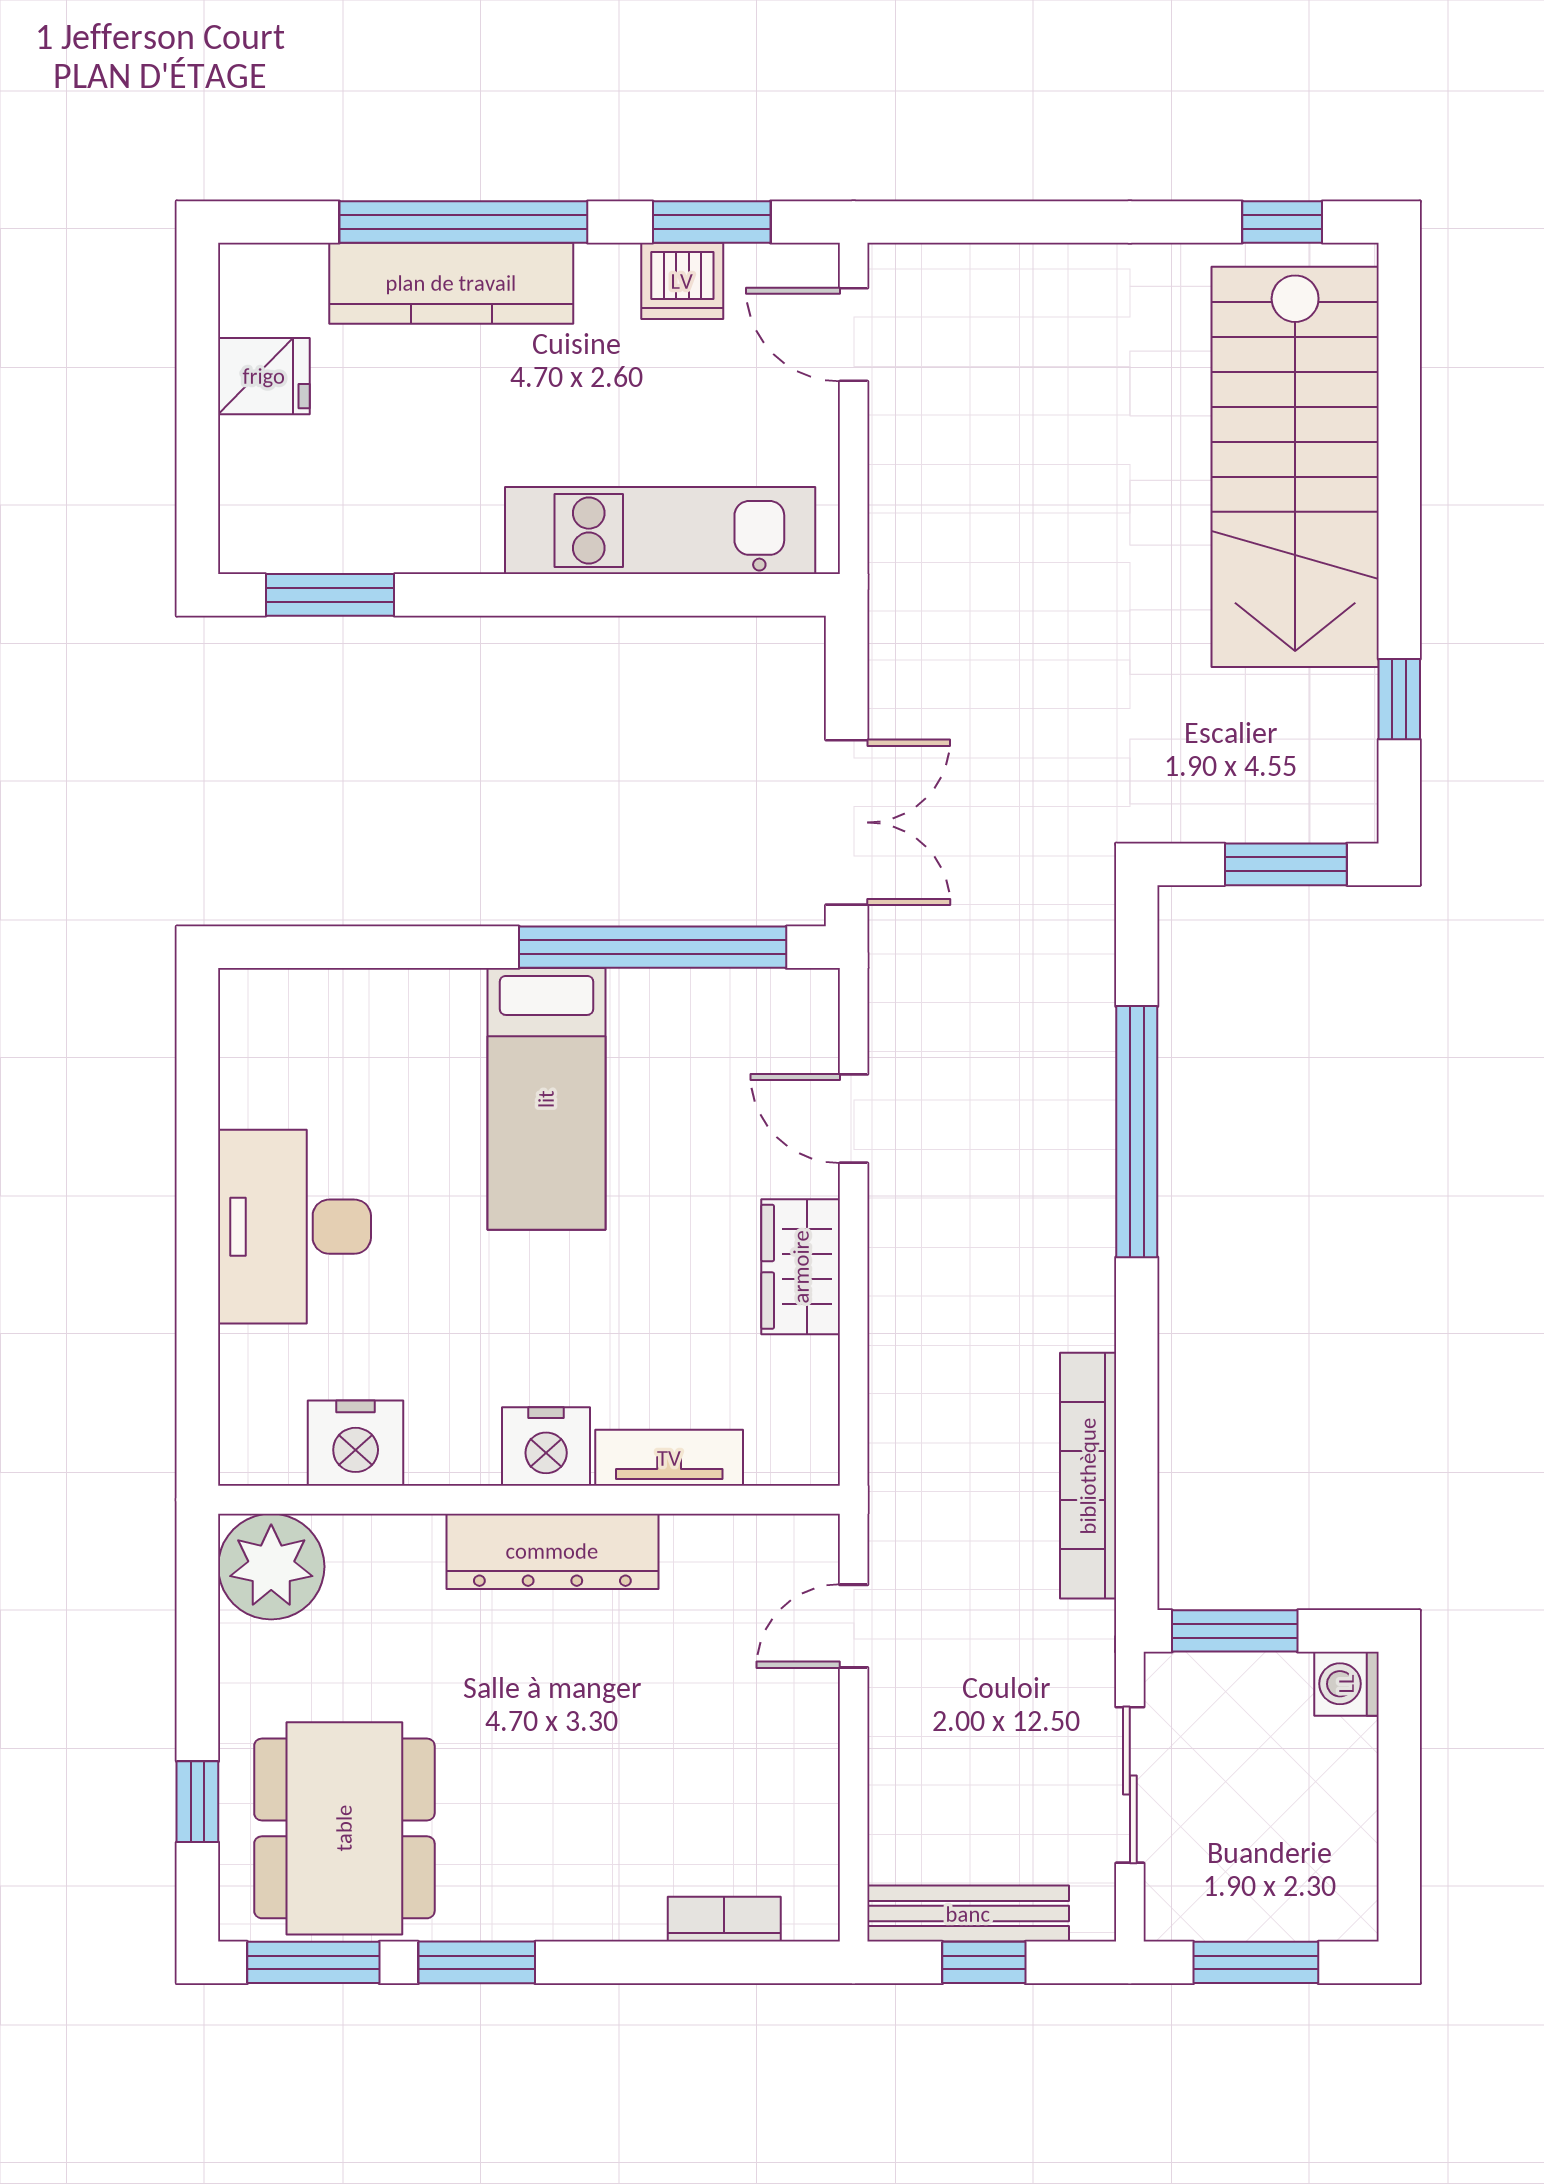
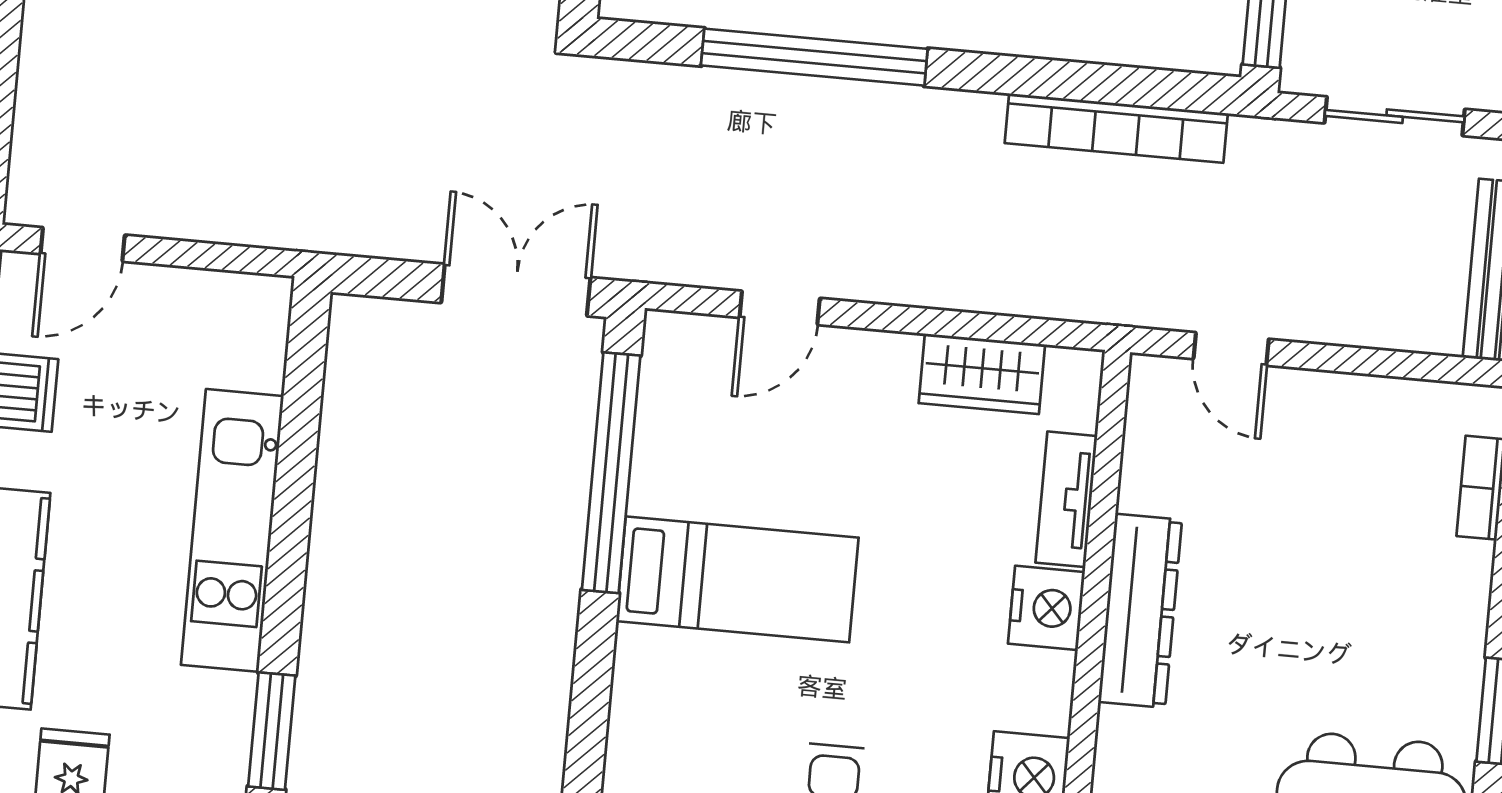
kitchen unit: (660, 531) -> (232, 530), moved
wardrobe: (801, 1267) -> (982, 374), moved

